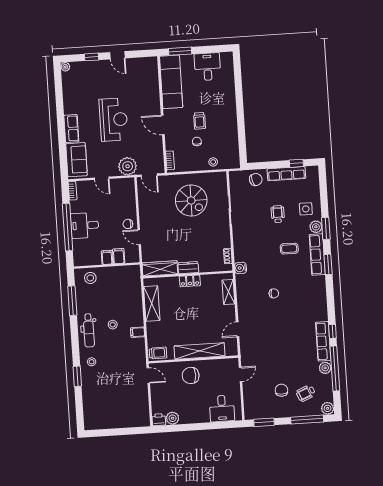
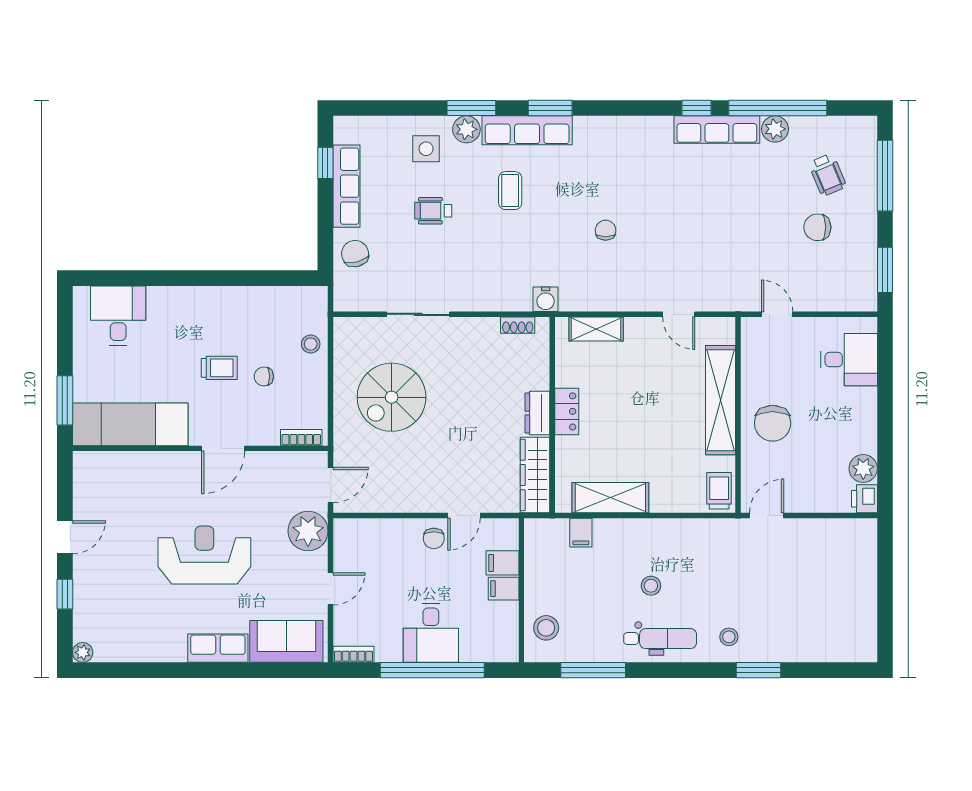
desk: (207, 67) -> (118, 316), moved, turned 90
spiral stairs: (191, 200) -> (392, 397), turned 180
filing cabinet: (138, 332) -> (581, 533), moved
plant: (328, 408) -> (863, 130), removed

